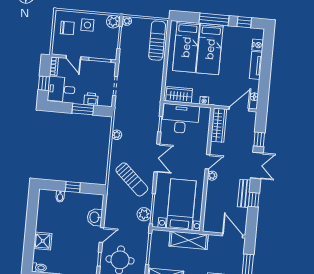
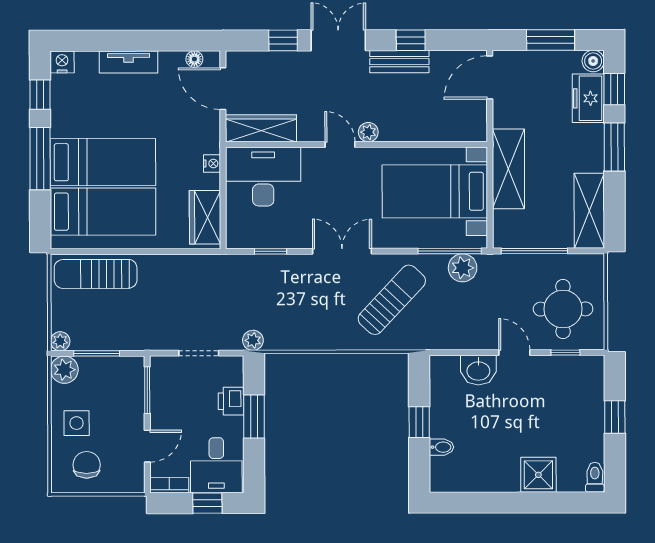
nightstand: (258, 45) -> (62, 62), moved
desk: (181, 119) -> (263, 177), moved, turned 90
plant: (117, 135) -> (253, 340), moved

